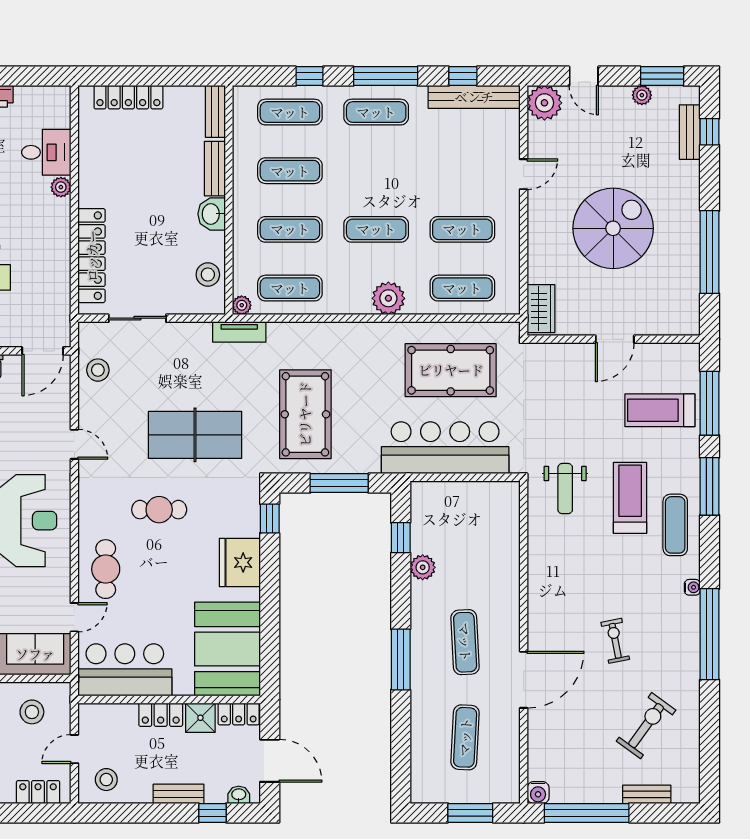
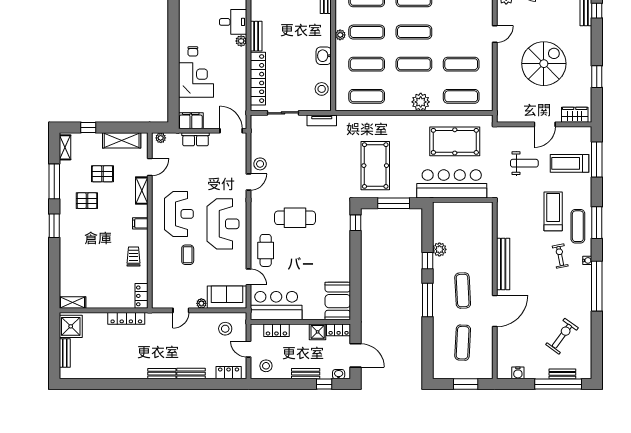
bench: (215, 169) -> (256, 36), moved
exercise mat: (376, 171) -> (414, 32), added
window: (710, 252) -> (597, 77), width x0.47
plant: (242, 305) -> (340, 35), moved
wardrobe: (541, 309) -> (575, 115), moved, turned -90
tv unit: (239, 332) -> (322, 120), moved
door: (43, 351) -> (231, 131), swing flipped
stool: (98, 370) -> (260, 164), moved
table tennis table: (195, 435) -> (315, 177), removed
door: (74, 444) -> (248, 182), hinge flipped
window: (710, 486) -> (597, 223), moved
weight bench: (565, 489) -> (524, 163), moved, turned -90
cafe table: (159, 510) -> (295, 218), width x1.37, depth x1.35
window: (401, 538) -> (427, 261), moved
fridge: (240, 562) -> (339, 247), removed
bench: (539, 594) -> (503, 264), added
door: (74, 617) -> (248, 277), hinge flipped
exercise bike: (615, 641) -> (560, 256), moved
booth: (227, 649) -> (338, 301), width x0.73, depth x0.70
locker: (161, 715) -> (276, 330), moved
door: (74, 749) -> (248, 349), hinge flipped
water cooler: (538, 793) -> (518, 373), moved
window: (587, 813) -> (558, 384), moved

